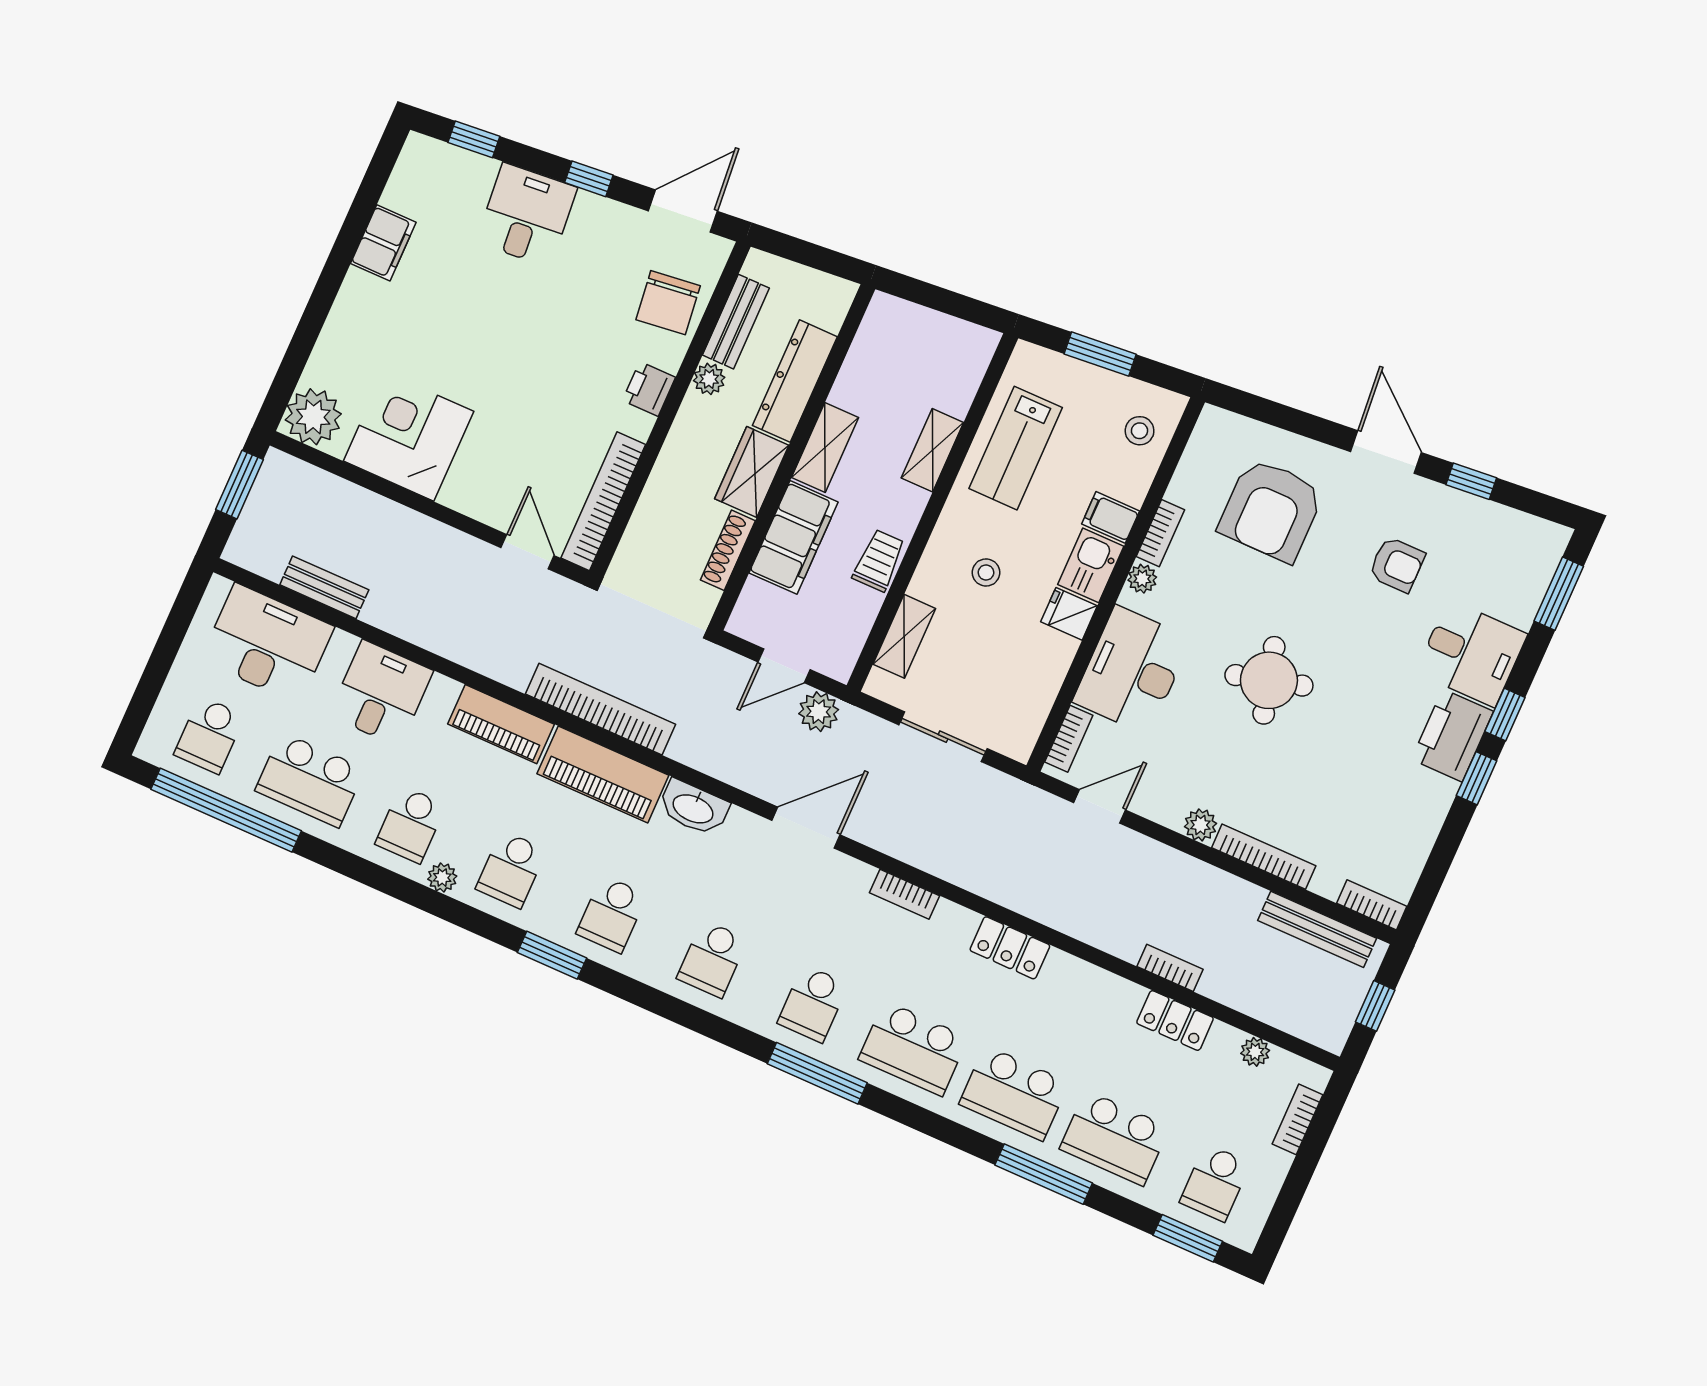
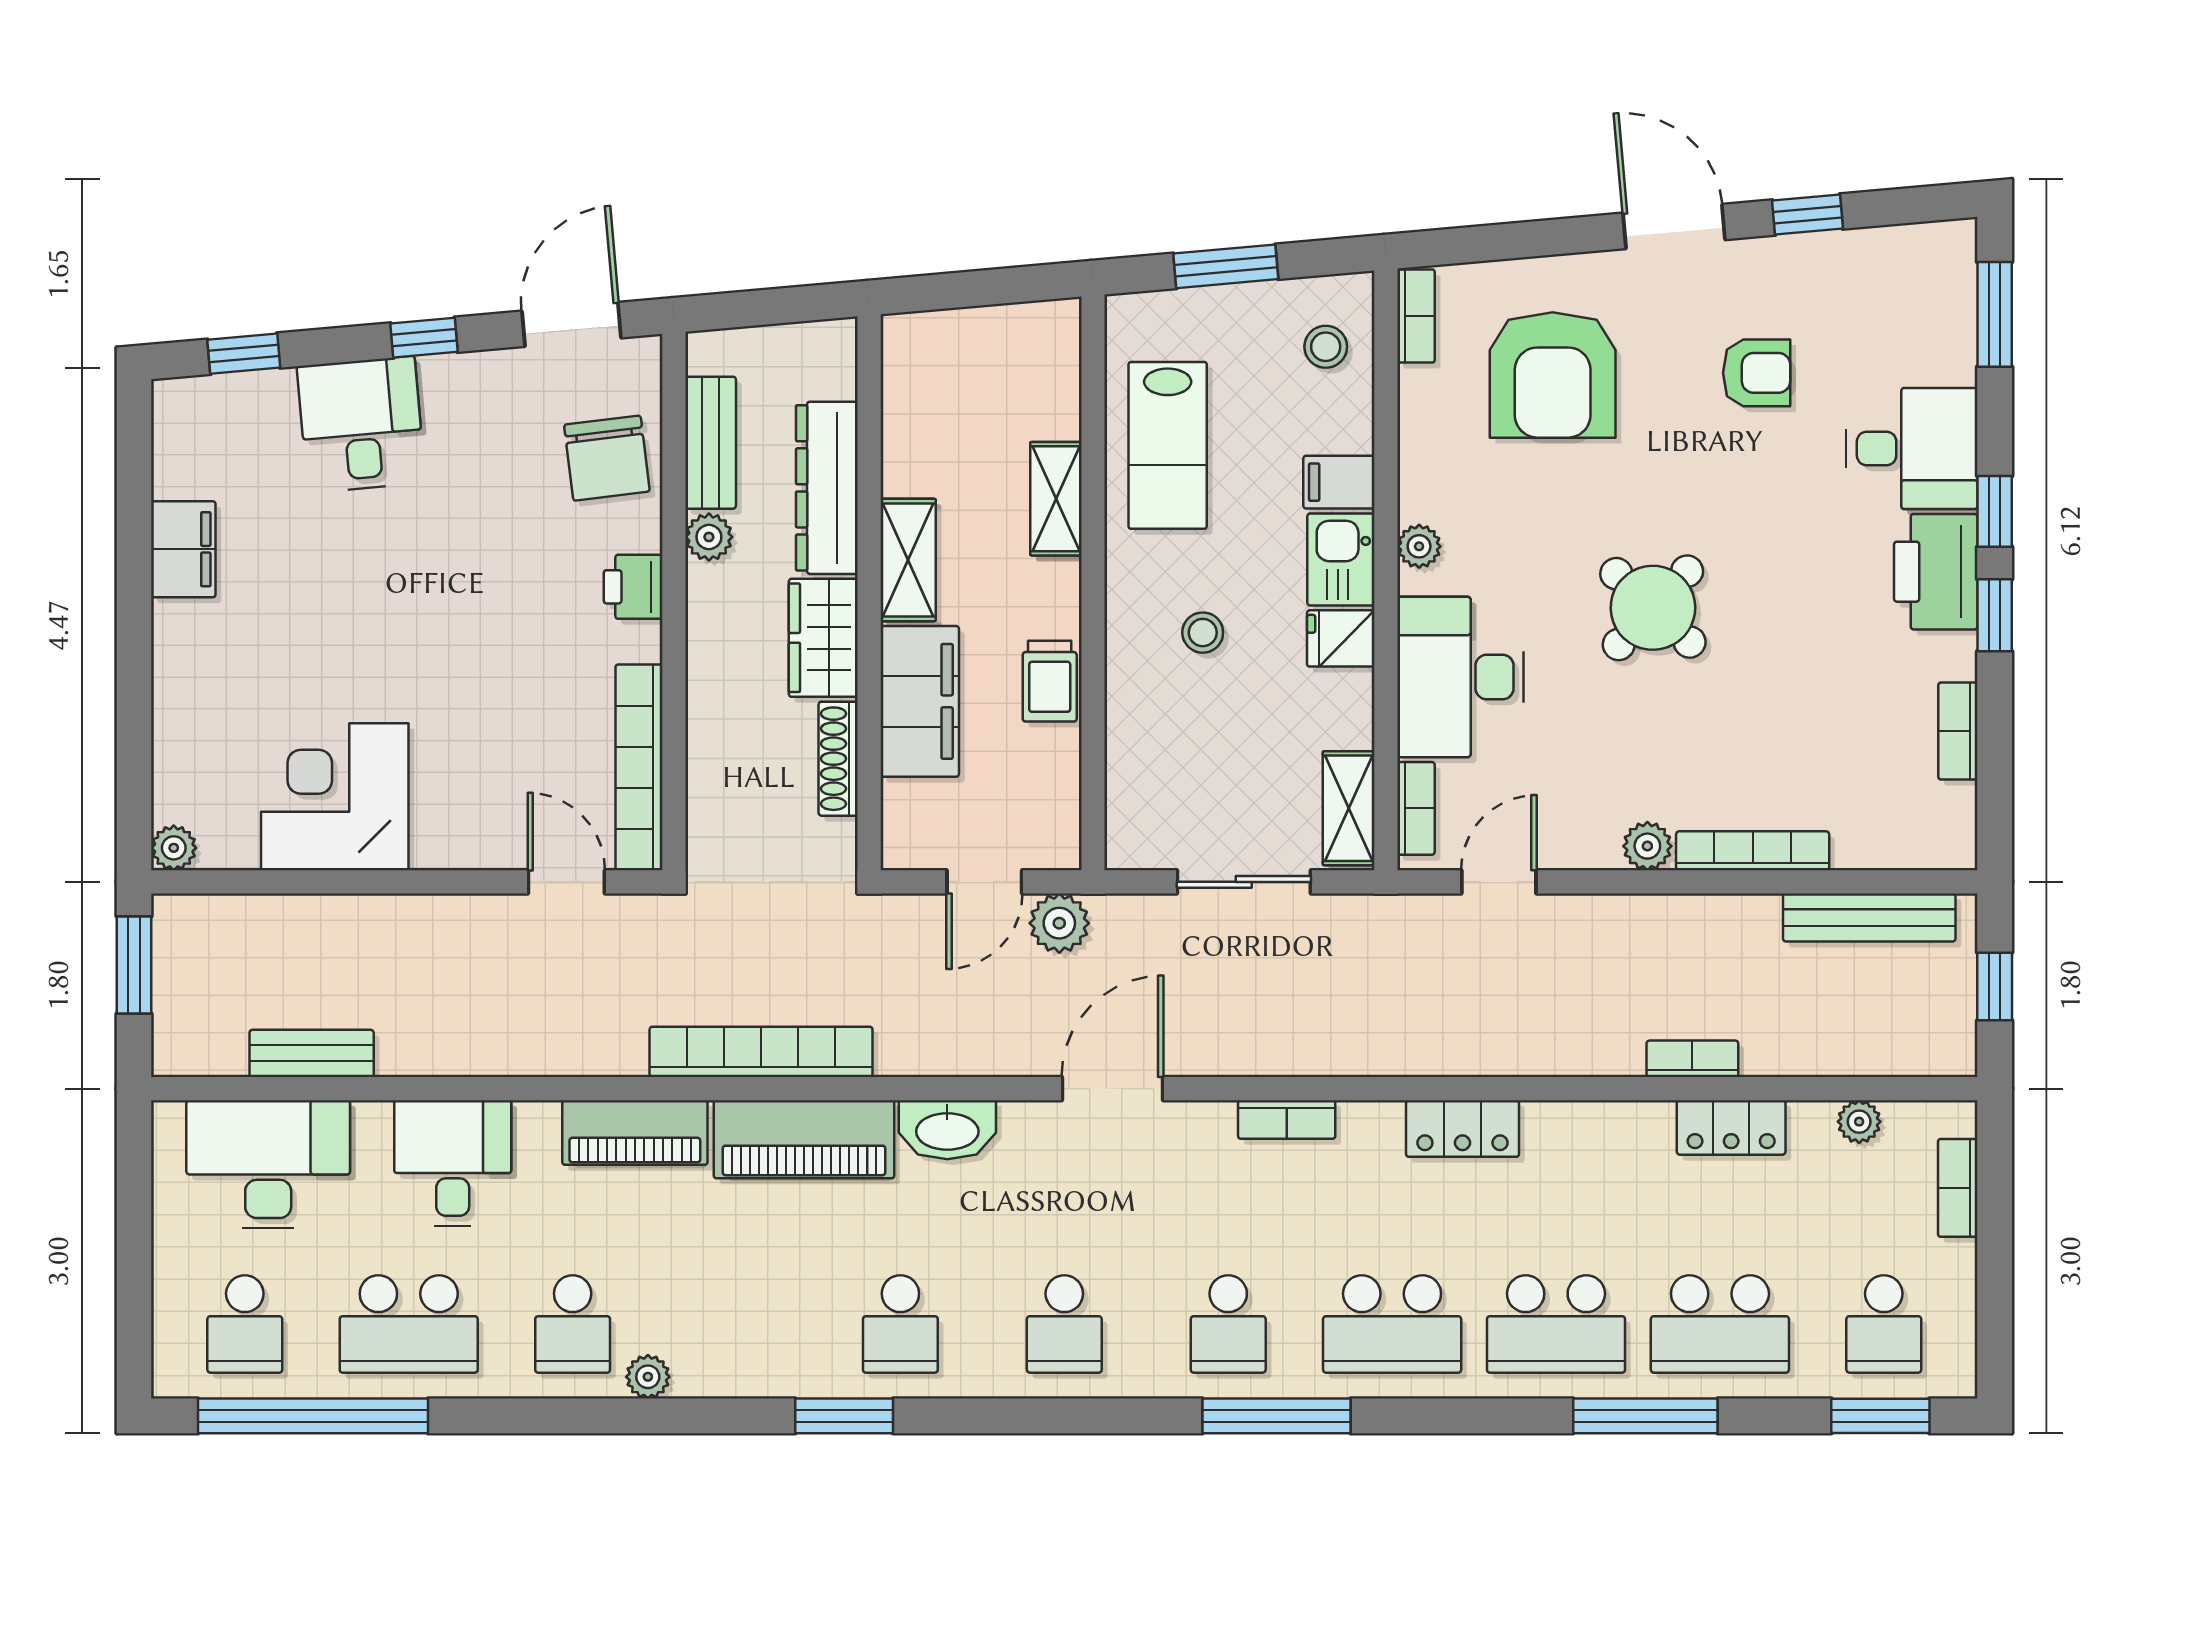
plant: (313, 417) -> (174, 848), width x0.53, depth x0.53
bookcase: (1160, 533) -> (1416, 316), moved
trolley: (879, 561) -> (1050, 681), turned 180
shelving: (904, 636) -> (1349, 808), moved
round table: (1269, 680) -> (1653, 608), turned -32
school desk: (511, 869) -> (736, 1324), removed
bookcase: (1372, 905) -> (1958, 731), moved, turned -90

